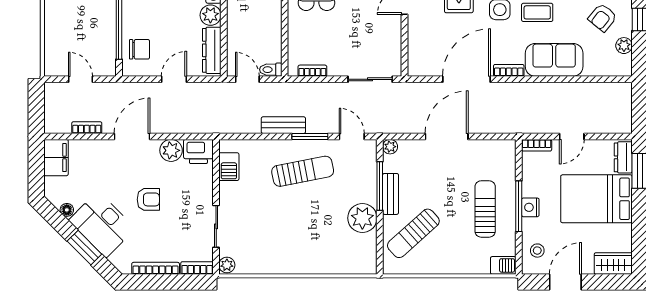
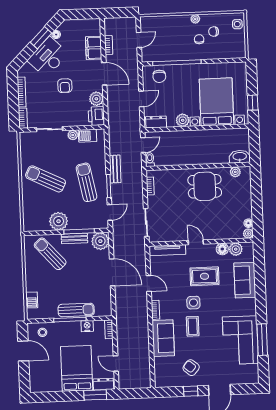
plant: (624, 46) -> (174, 382), removed
tv unit: (415, 48) -> (167, 250), added
dresser: (212, 50) -> (156, 122), width x0.70
door: (174, 79) -> (141, 99), hinge flipped
door: (467, 79) -> (149, 283), width x0.53
door: (572, 136) -> (116, 364), moved
plant: (390, 147) -> (100, 241), width x1.88, depth x1.88
filing cabinet: (56, 158) -> (94, 48), moved, turned 90
sun lounger: (303, 171) -> (87, 182), turned 180
nightstand: (530, 207) -> (87, 326), moved
sun lounger: (485, 209) -> (76, 310), moved
sun lounger: (295, 236) -> (46, 179), added
window: (84, 248) -> (41, 38), moved
wardrobe: (613, 264) -> (36, 381), removed
plant: (227, 265) -> (73, 135), moved
barbecue: (503, 265) -> (32, 300), moved

